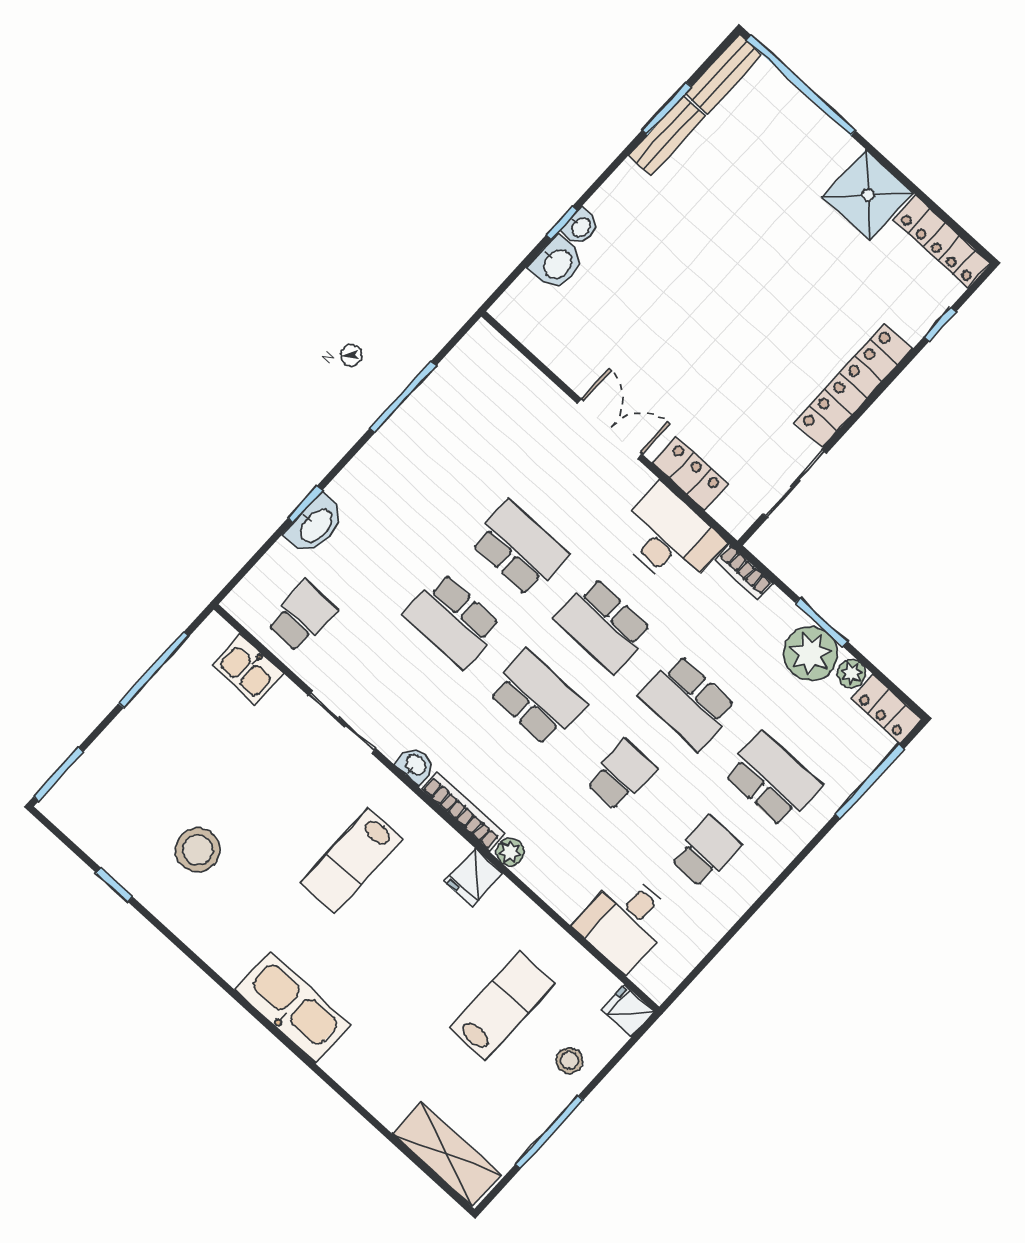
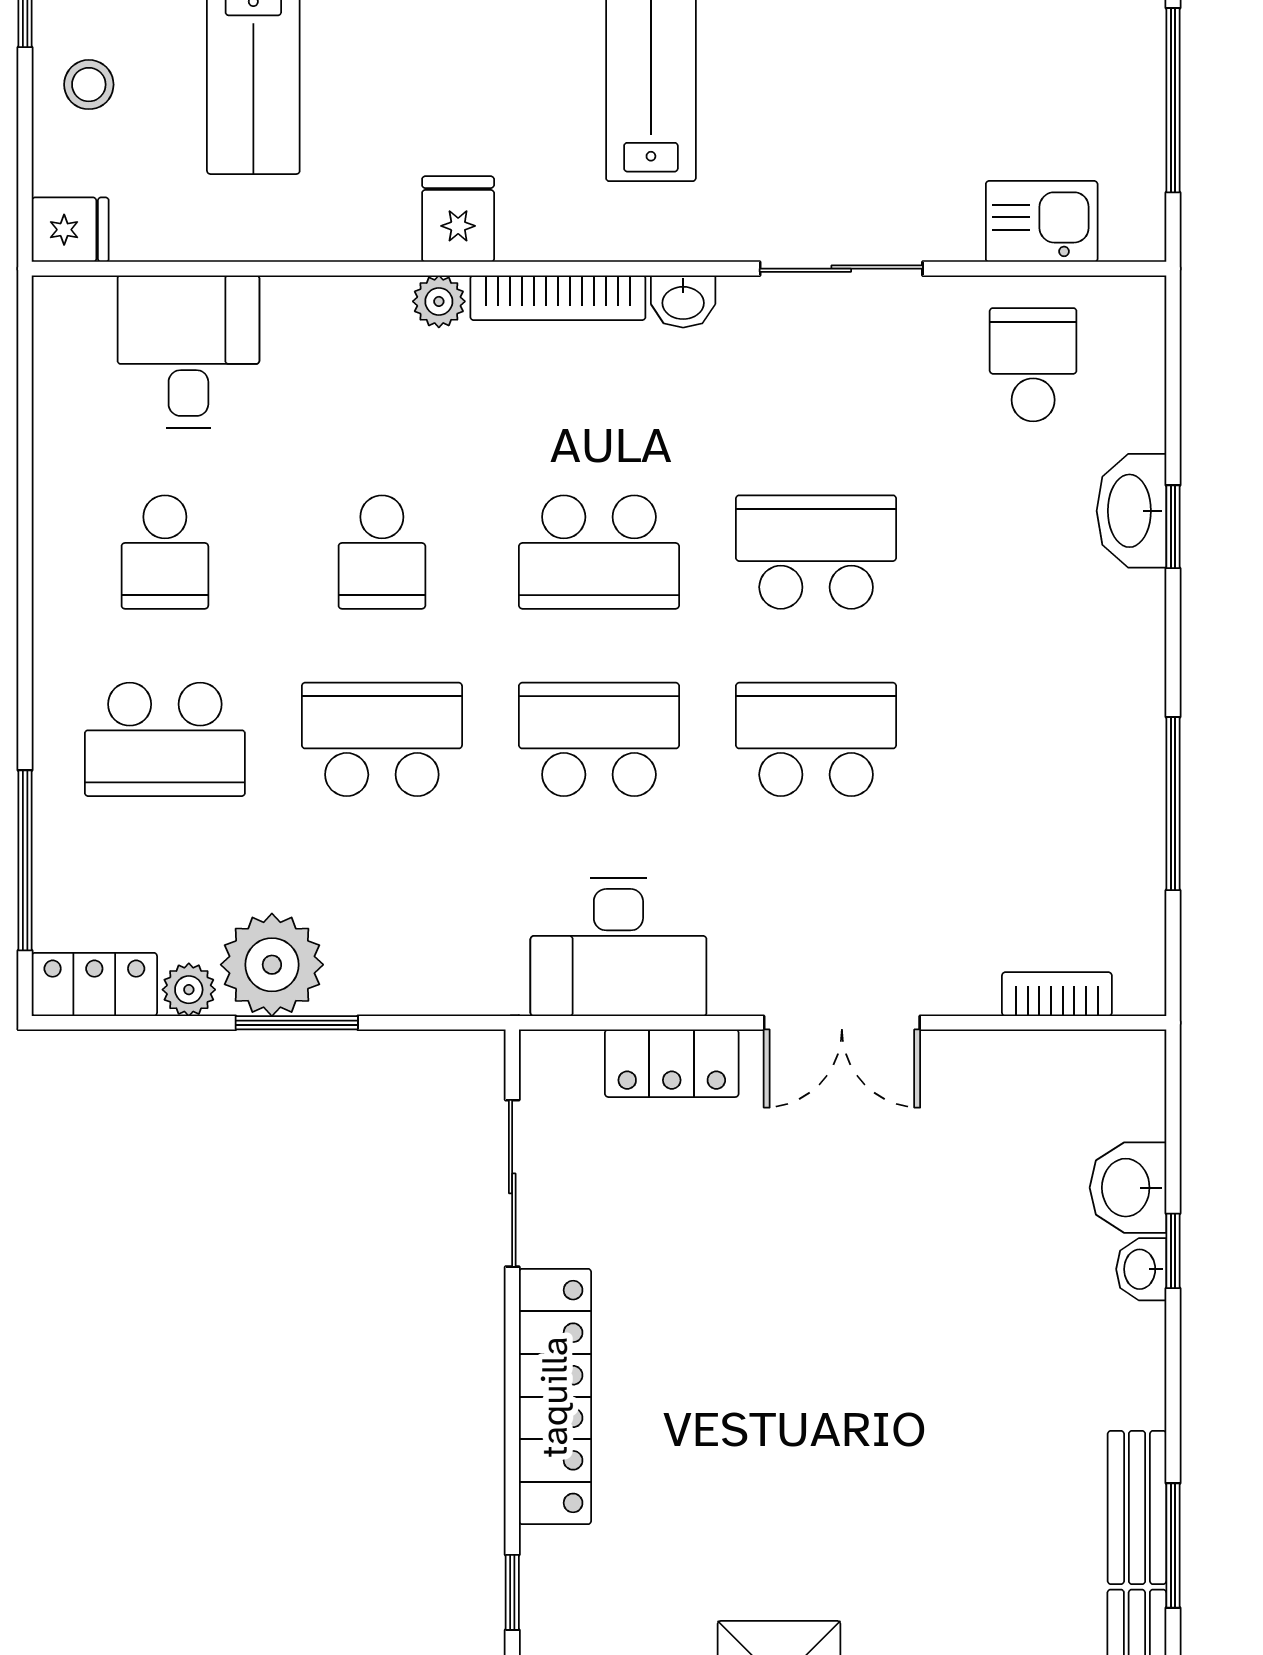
school desk: (519, 548) -> (816, 739), turned 180
bookcase: (744, 572) -> (1057, 994), moved
school desk: (302, 617) -> (1033, 365), turned 180

